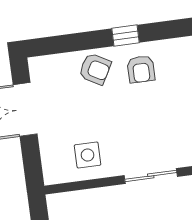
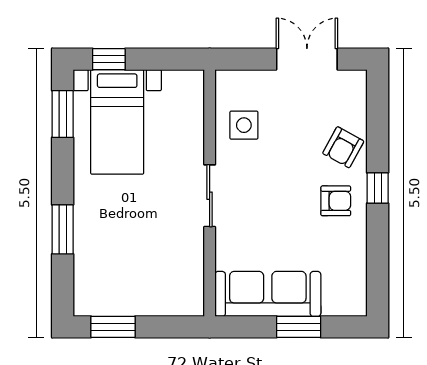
armchair: (141, 69) -> (336, 201), turned 180

